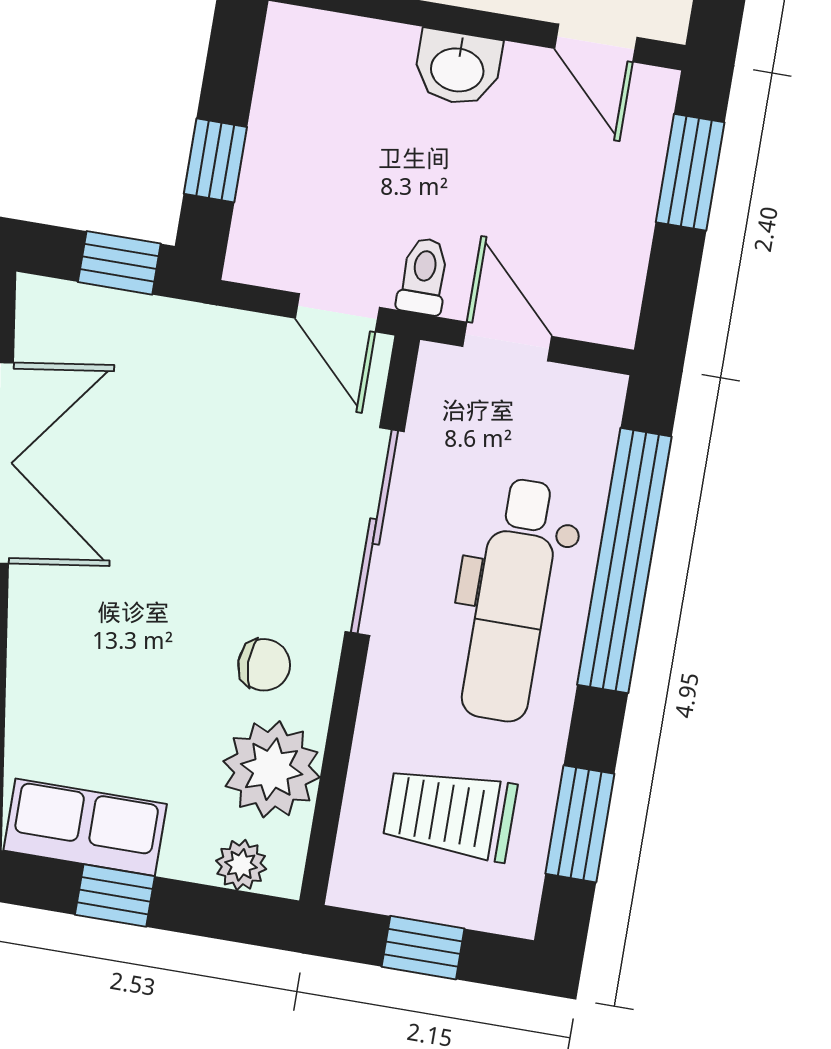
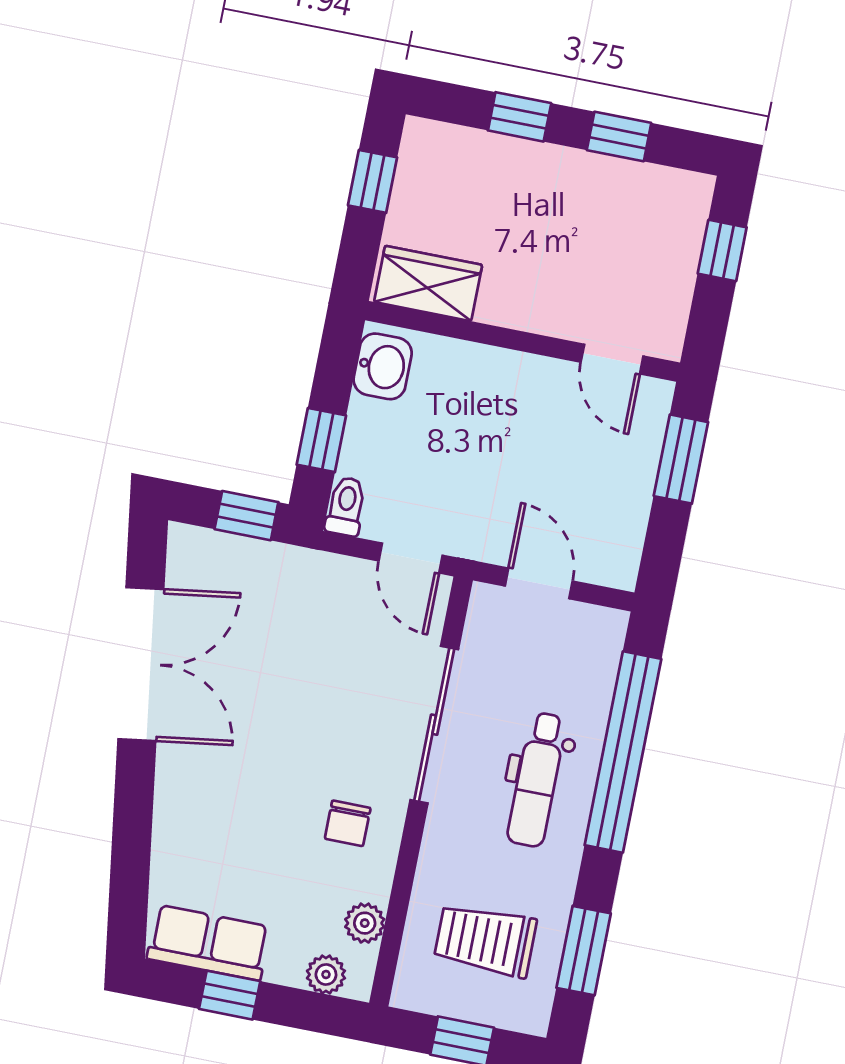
washbasin: (458, 68) -> (383, 366), moved, turned -90
toilet: (423, 276) -> (346, 506), moved
dental chair: (512, 600) -> (537, 780), width x0.73, depth x0.72
chair: (264, 665) -> (348, 823), turned 90
plant: (272, 769) -> (365, 923), width x0.53, depth x0.53

